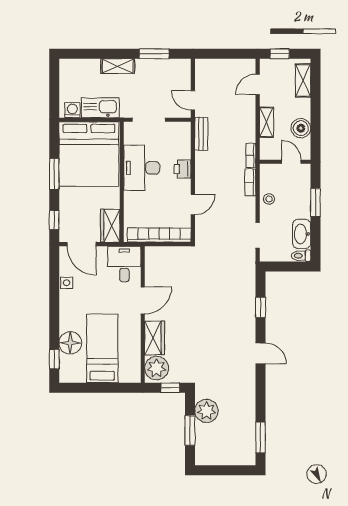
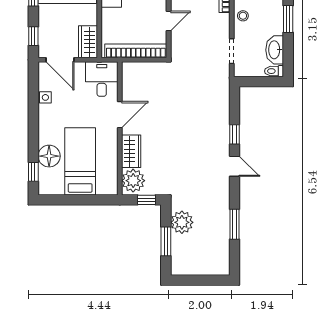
window: (260, 307) -> (235, 134), moved
window: (260, 437) -> (235, 224), moved

